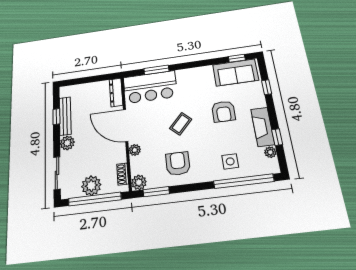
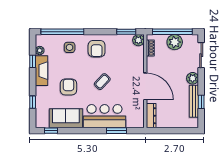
sofa: (236, 72) -> (66, 118), moved
bar counter: (150, 87) -> (105, 116), moved
plant: (135, 150) -> (140, 65), removed
armchair: (178, 164) -> (97, 49), moved

